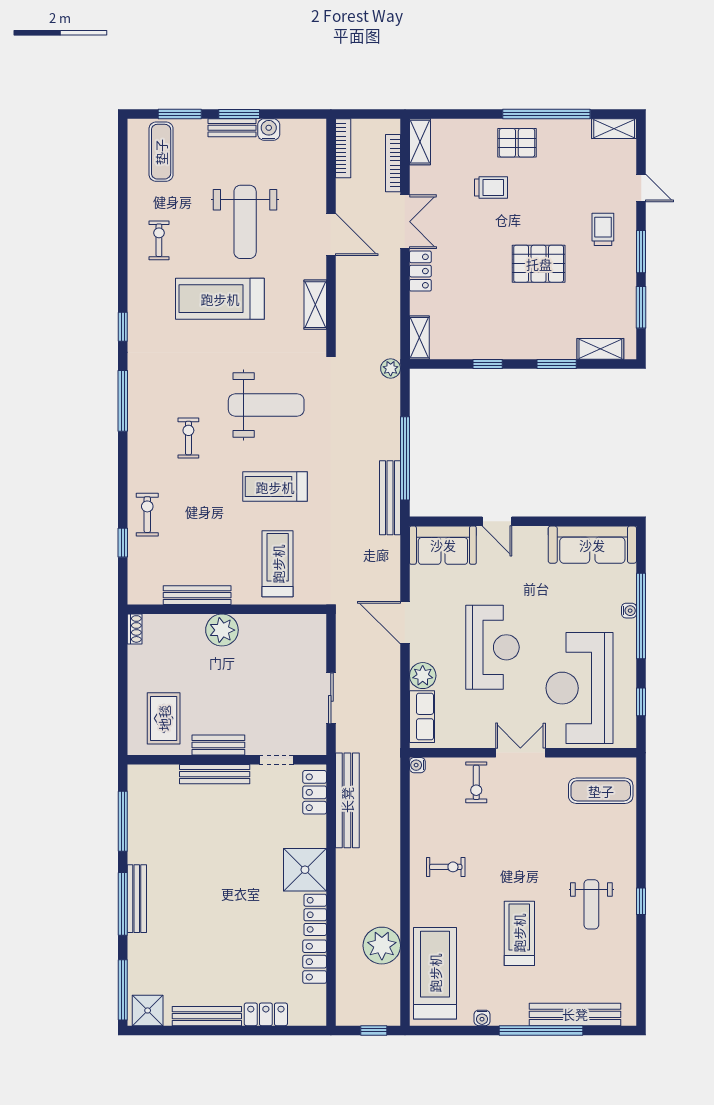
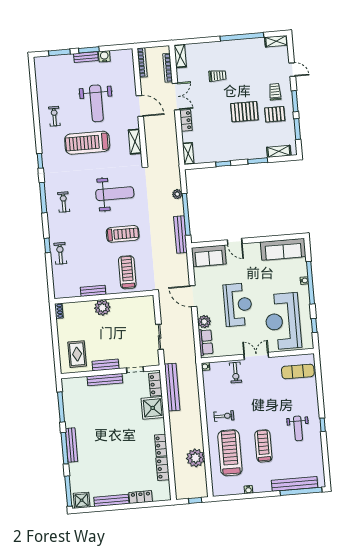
pallet: (517, 143) -> (275, 114), moved
exercise mat: (161, 152) -> (52, 72), removed
plant: (391, 368) -> (177, 194), moved
exercise bike: (188, 438) -> (64, 202), moved
treadmill: (275, 487) -> (123, 234), turned 180
window: (123, 543) -> (47, 245), moved
bench: (197, 595) -> (93, 291), width x0.73
shower: (305, 870) -> (153, 408), moved
treadmill: (435, 973) -> (230, 453), moved
window: (541, 1030) -> (301, 491), moved

